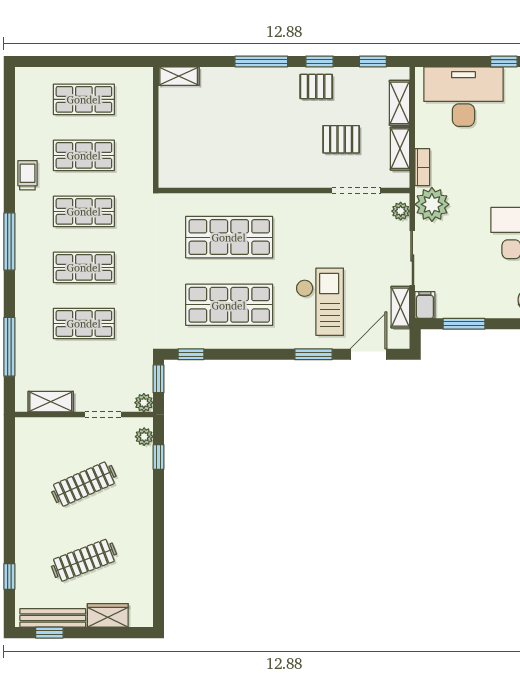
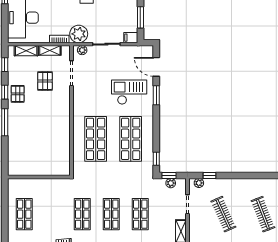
shelving: (179, 76) -> (12, 165), removed
shop shelf: (84, 155) -> (53, 214), removed
shelving: (400, 307) -> (132, 50), removed
plant: (144, 403) -> (171, 183), moved

